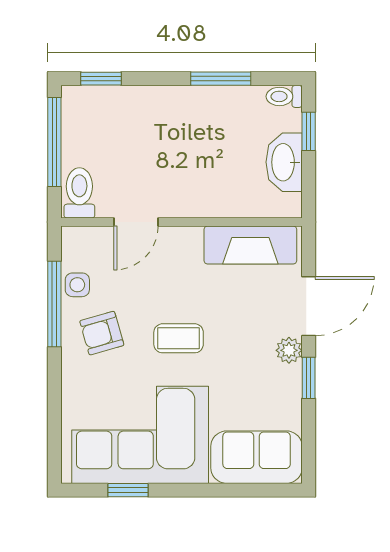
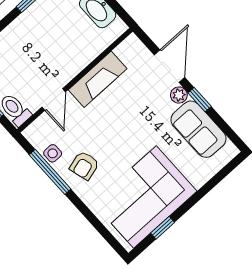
fireplace: (250, 245) -> (98, 79), moved
coffee table: (179, 338) -> (122, 136), removed
sofa: (257, 457) -> (198, 129), moved, turned -90

